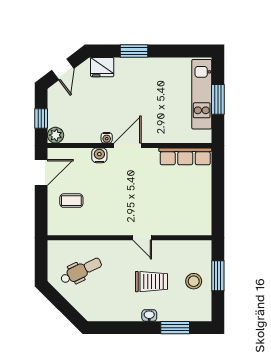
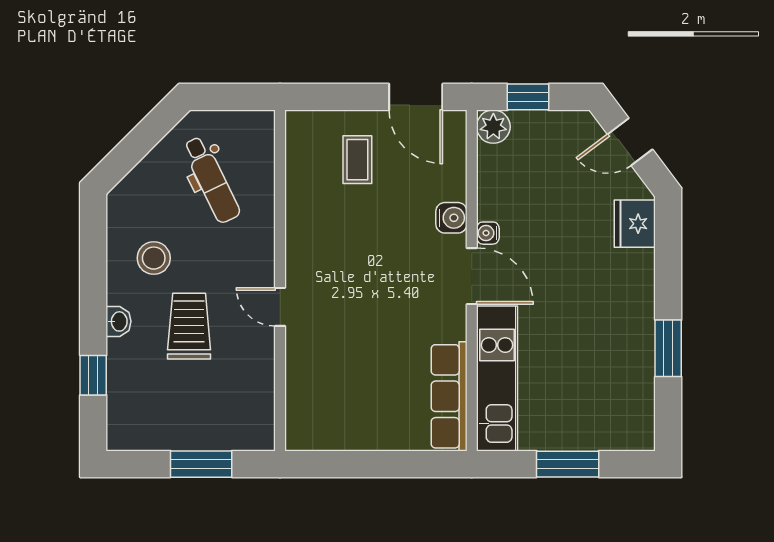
window: (134, 51) -> (668, 348), moved
kitchen unit: (202, 94) -> (497, 378), moved, turned 90
door: (142, 238) -> (280, 307), hinge flipped
stool: (194, 281) -> (154, 258), moved
trolley: (151, 282) -> (189, 326), turned 180
window: (175, 328) -> (93, 375), width x0.67

